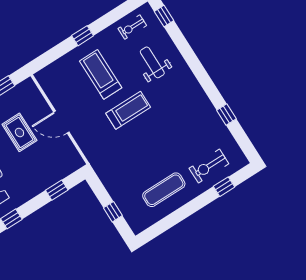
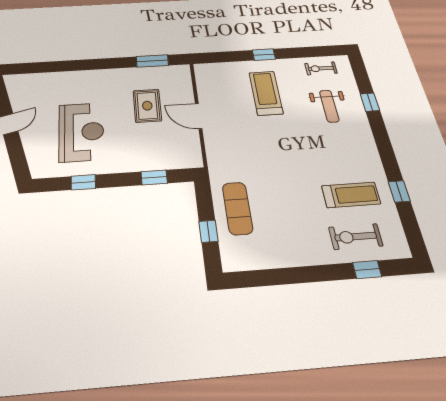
window: (164, 16) -> (370, 102), moved
weight bench: (152, 62) -> (329, 106), turned 180
treadmill: (128, 110) -> (351, 195), moved
exercise mat: (164, 190) -> (237, 208), moved, turned 90

